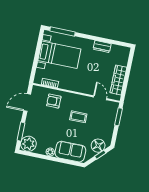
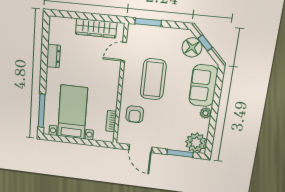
coffee table: (78, 117) -> (153, 79), width x1.86, depth x1.72

